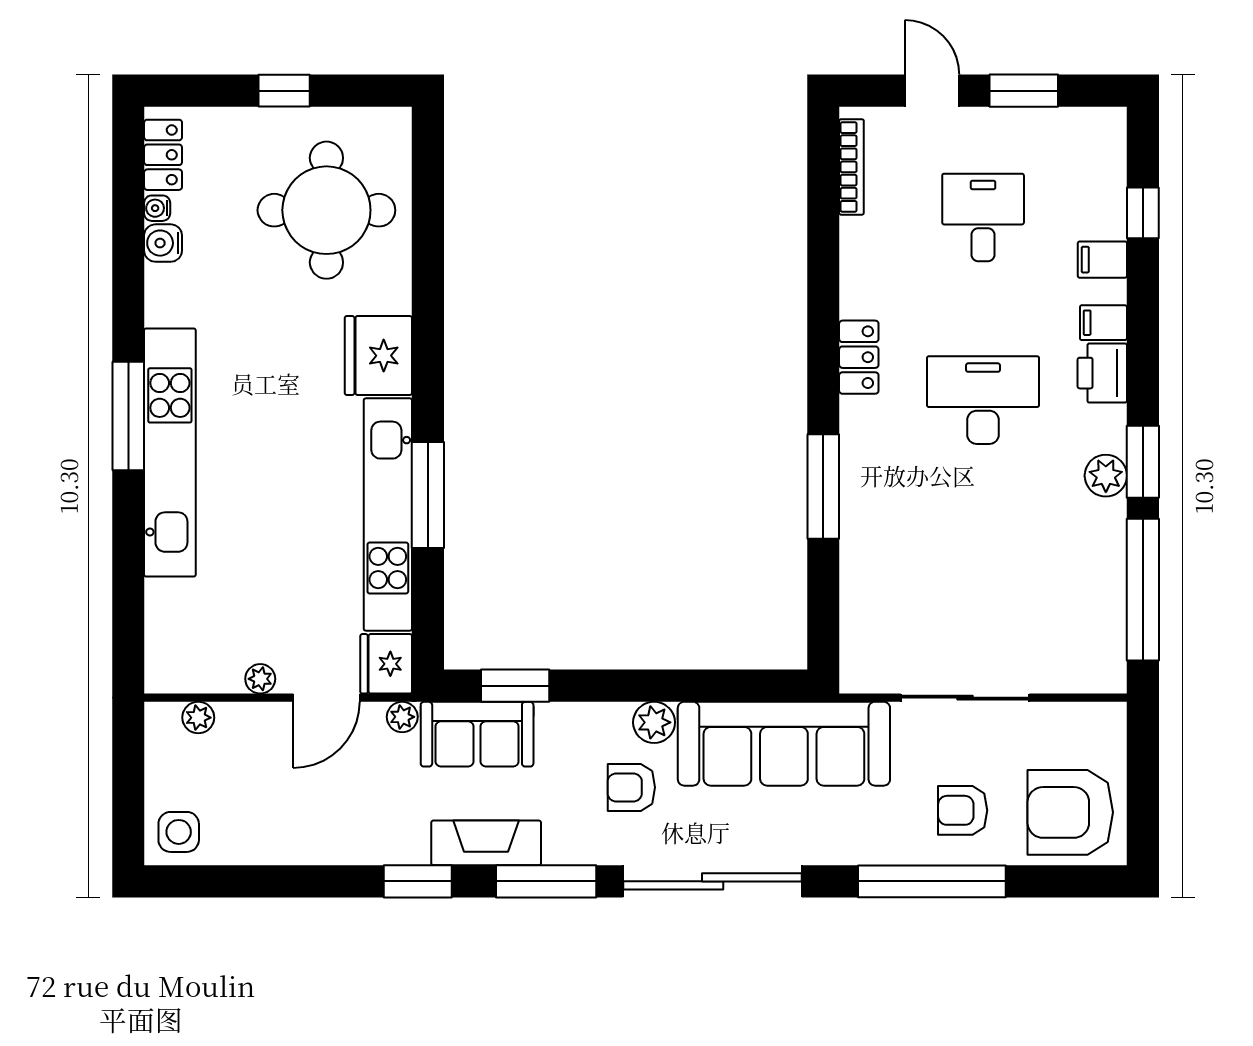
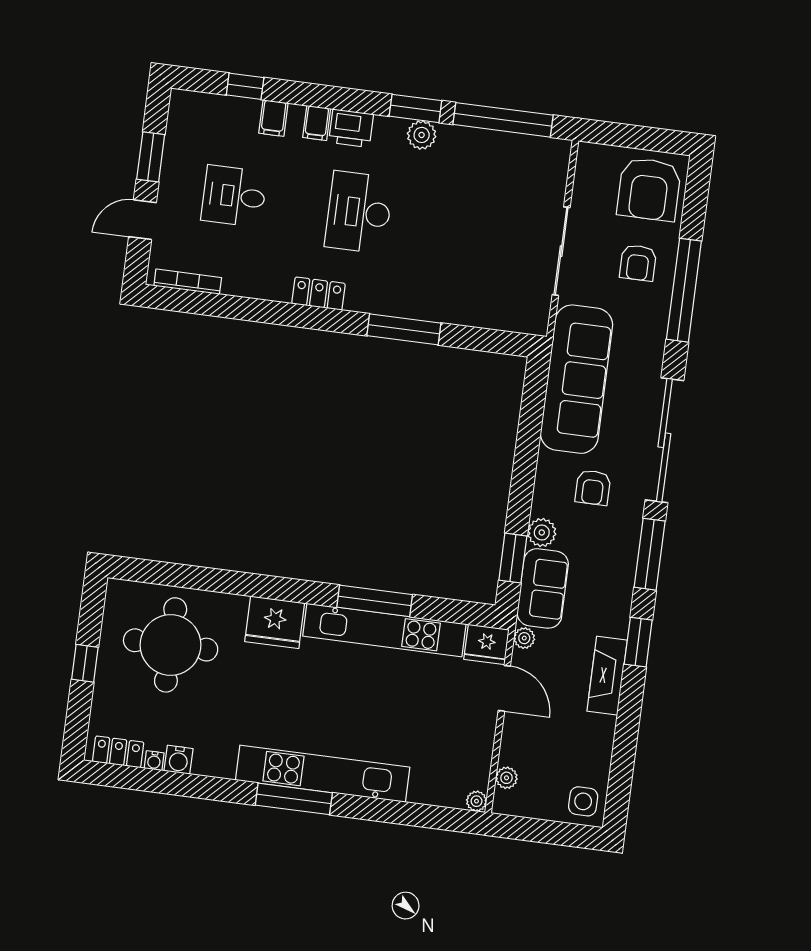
plant: (260, 679) -> (477, 801), moved
plant: (654, 722) -> (542, 532), moved
fireplace: (486, 843) -> (607, 676), moved

